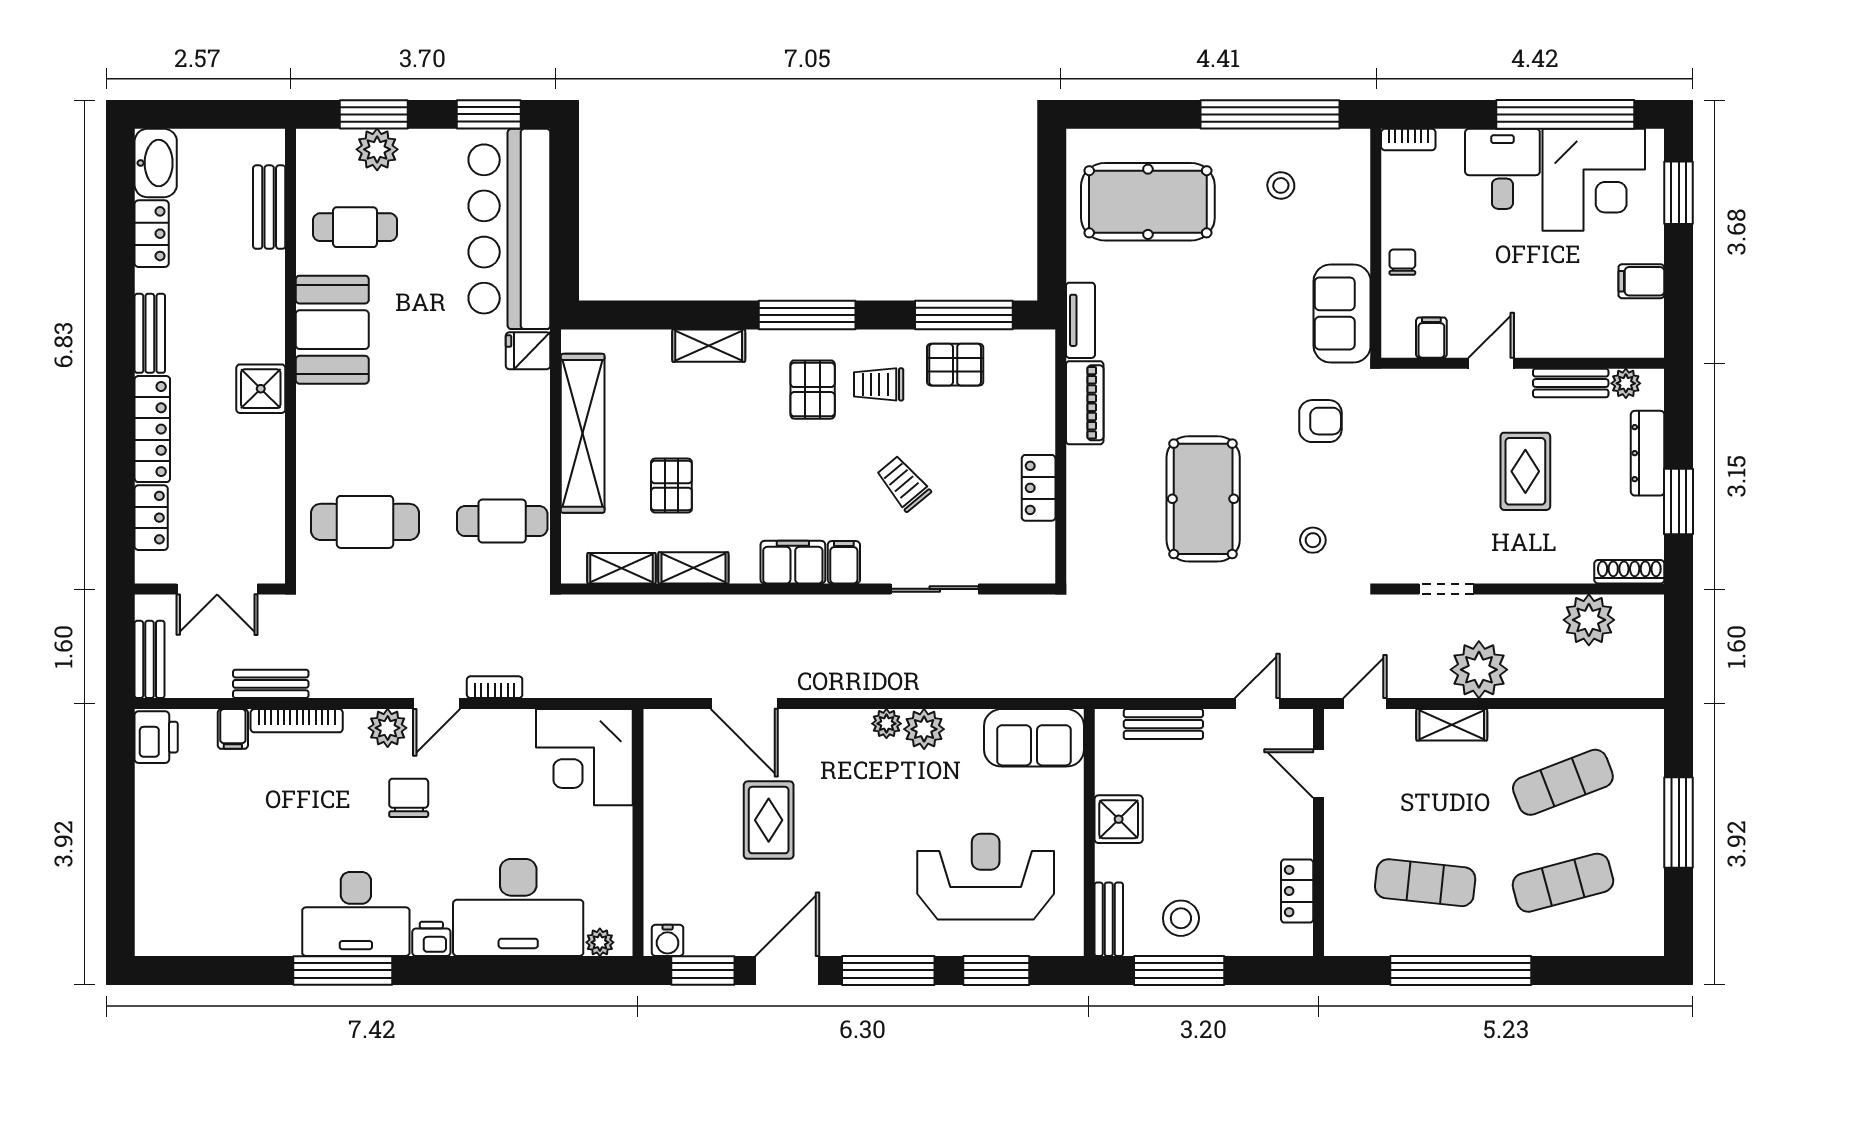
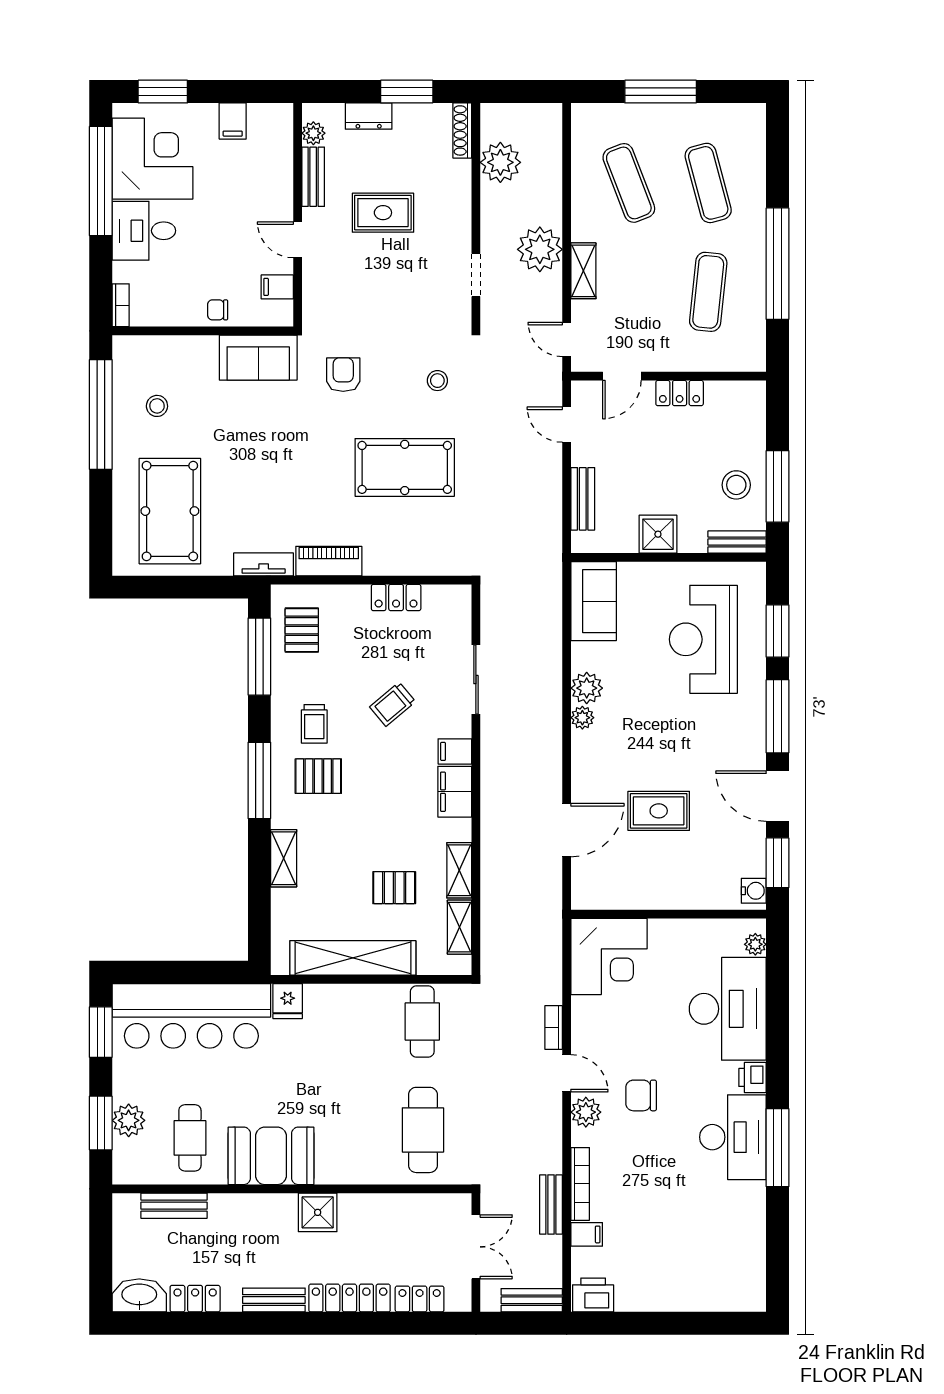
pallet: (955, 365) -> (302, 630), moved
dresser: (1648, 453) -> (369, 116), width x0.70
locker: (1297, 891) -> (680, 393), moved

